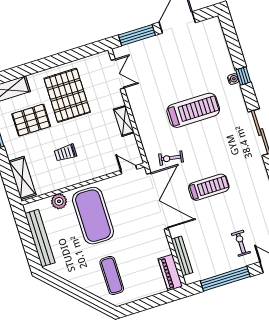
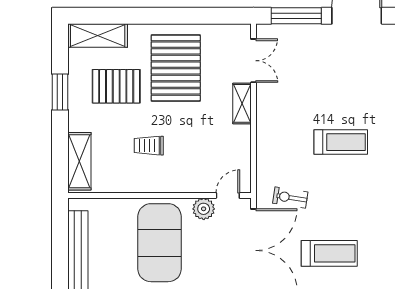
treadmill: (193, 110) -> (341, 142), width x0.73, depth x0.73
shelving: (124, 121) -> (242, 103), moved
door: (129, 170) -> (228, 195), hinge flipped
plant: (59, 201) -> (204, 209), moved

